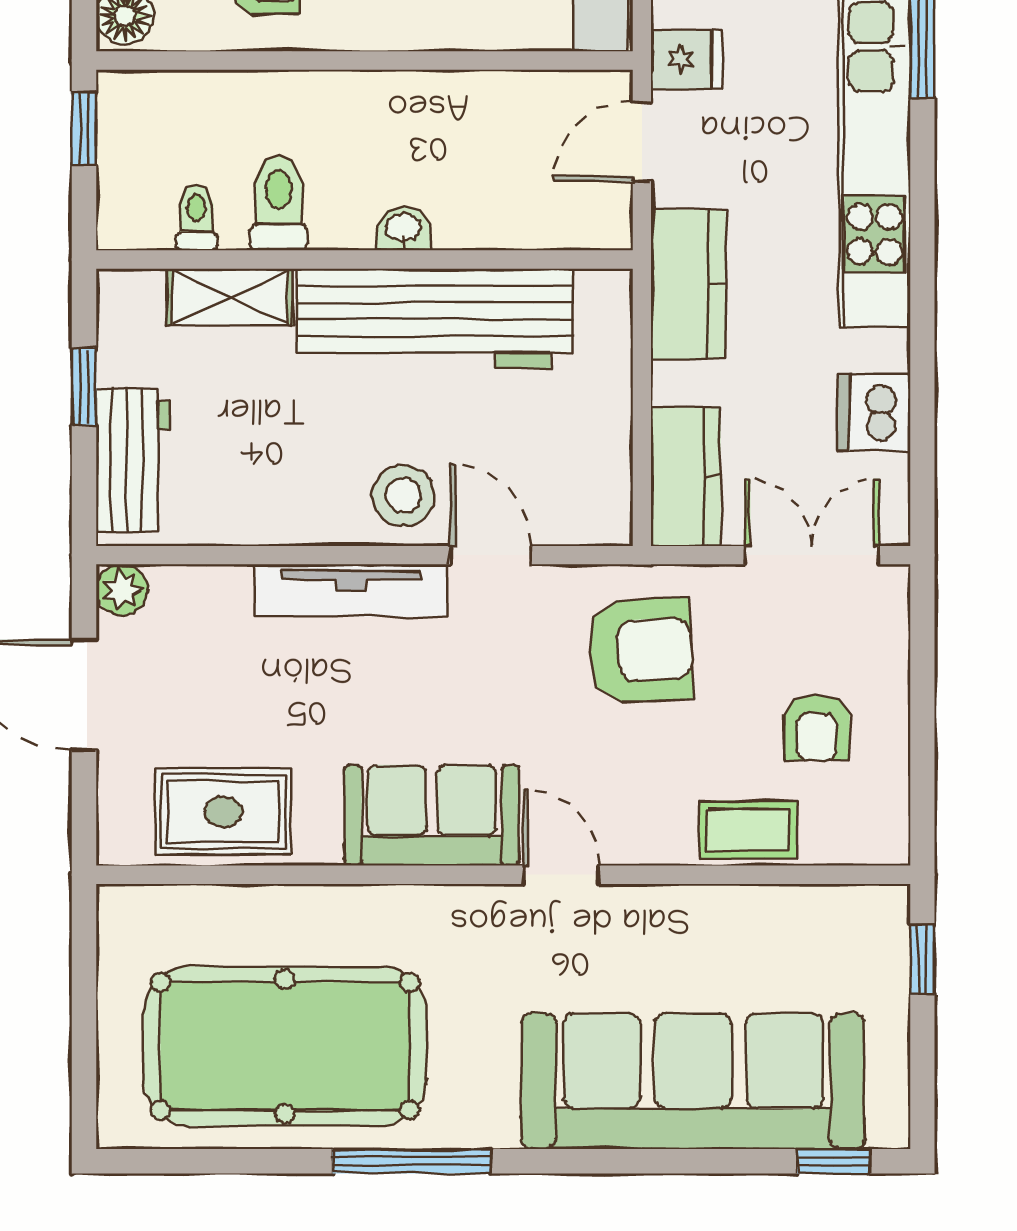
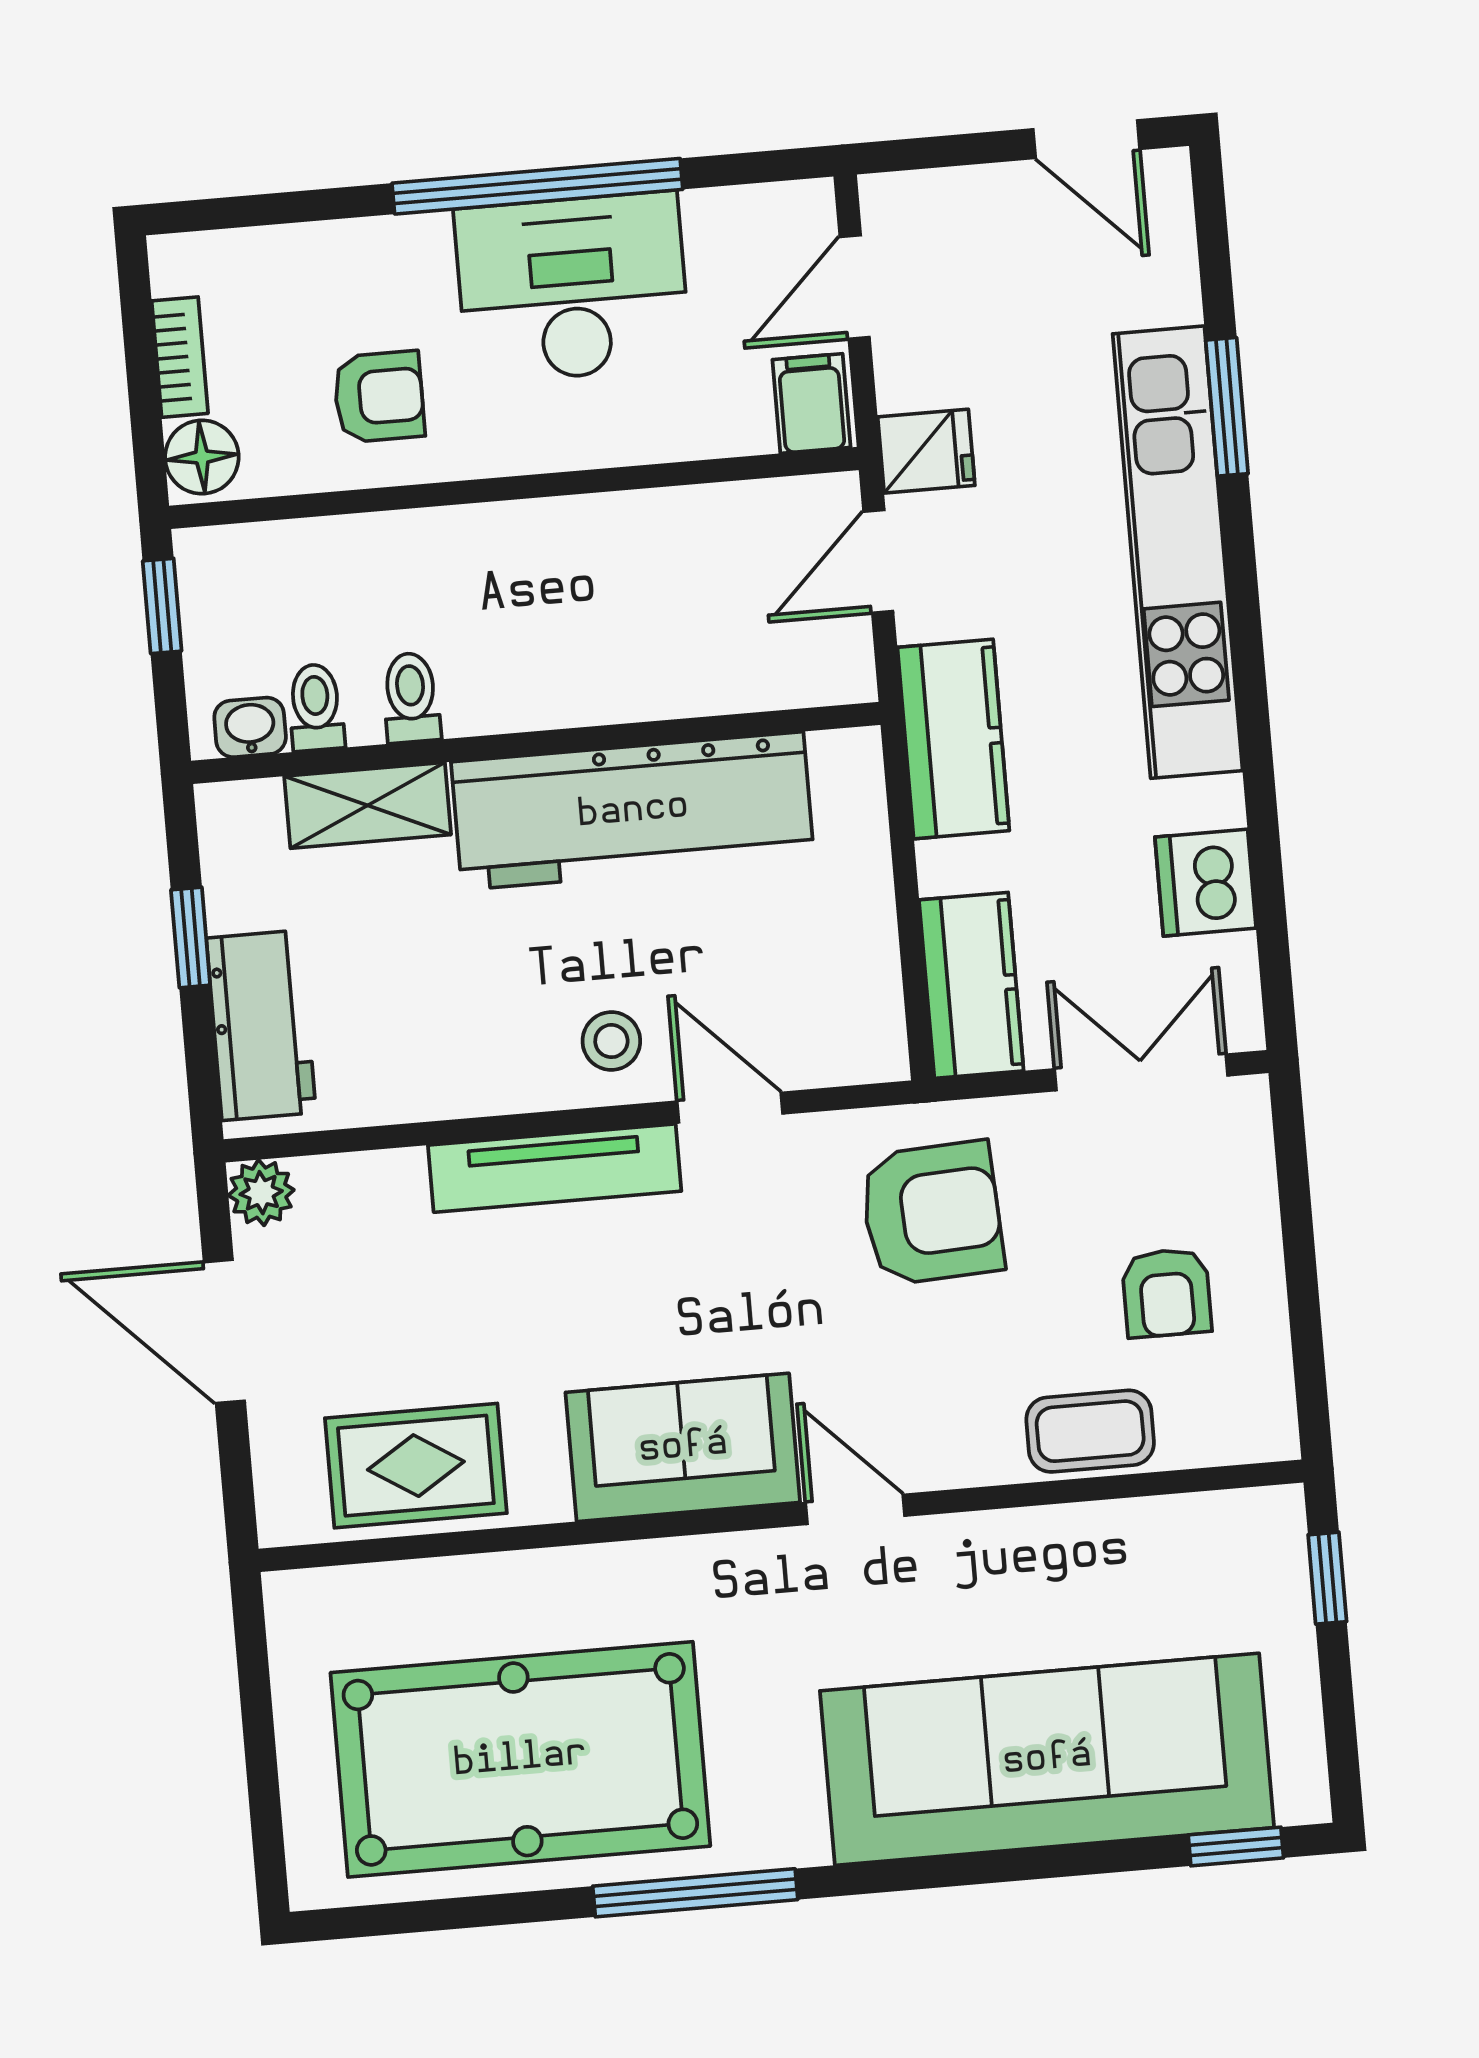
toilet: (279, 203) -> (411, 698), width x0.73, depth x0.72
washbasin: (403, 228) -> (250, 727), moved
stool: (403, 496) -> (611, 1041), width x0.73, depth x0.73

